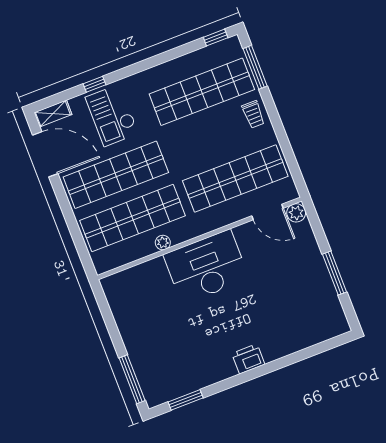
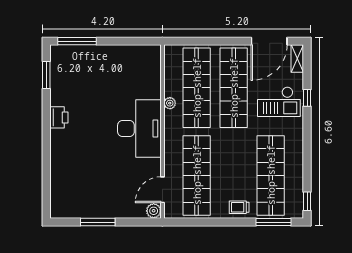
checkout: (112, 115) -> (279, 102), turned 180
printer: (248, 359) -> (59, 117), moved

